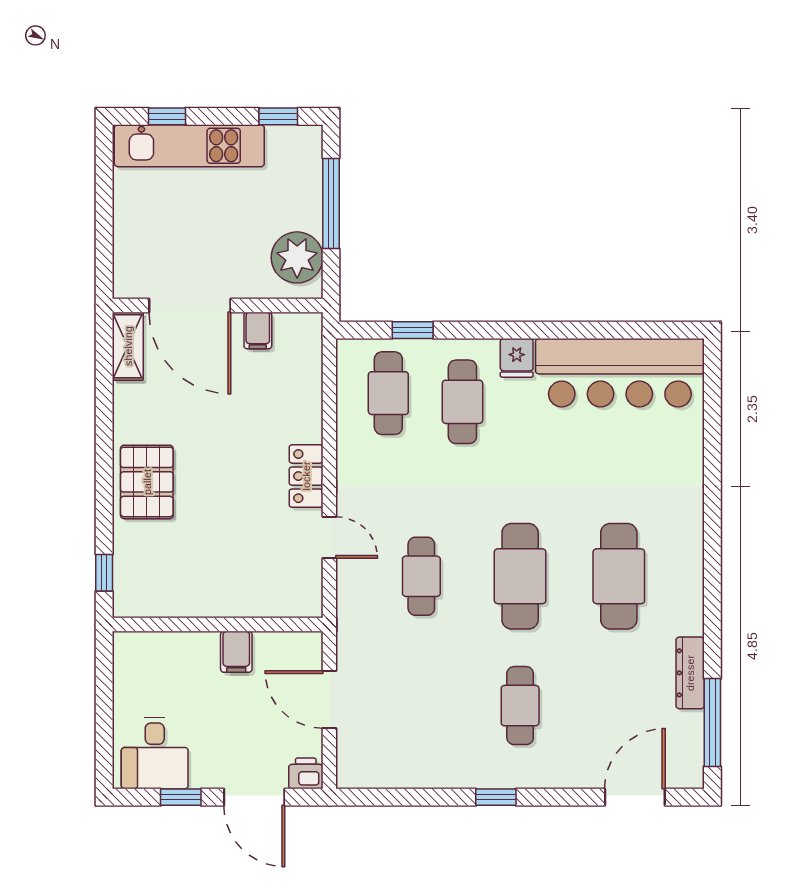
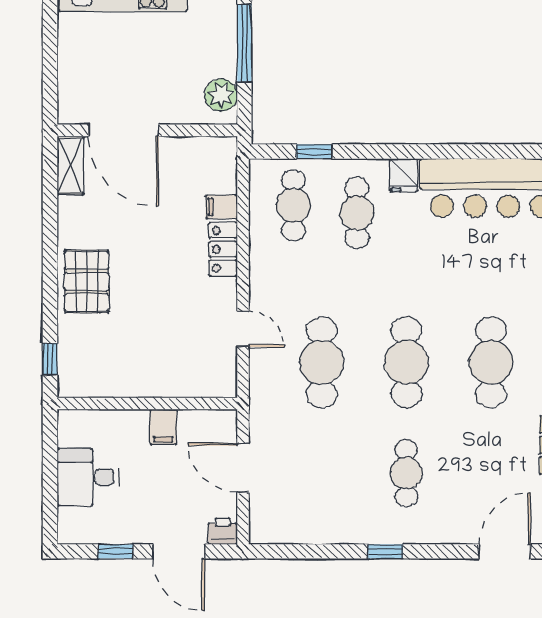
plant: (297, 257) -> (221, 95), width x0.73, depth x0.73
filing cabinet: (258, 331) -> (222, 207), moved, turned 90
locker: (306, 476) -> (223, 249), moved
cafe table: (421, 576) -> (322, 362), width x1.37, depth x1.35
desk: (155, 753) -> (88, 477), moved, turned 90

